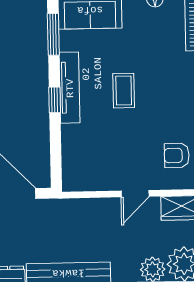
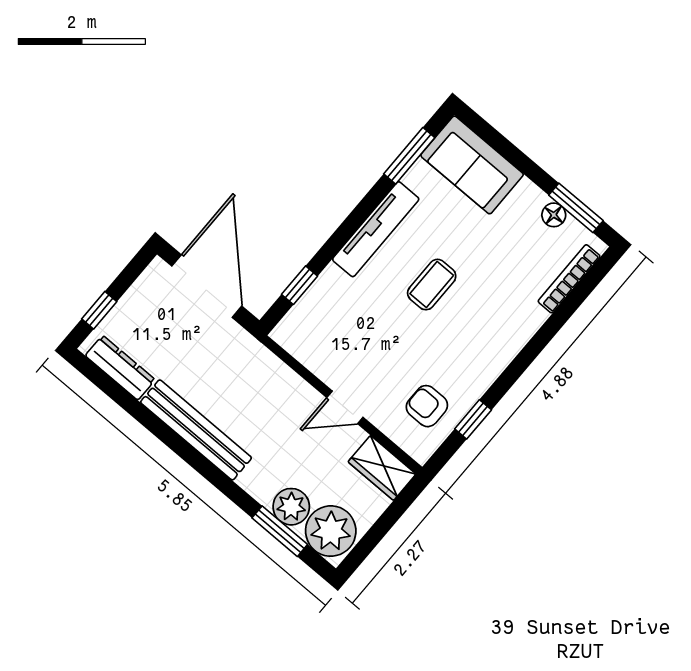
window: (55, 100) -> (300, 285), moved

